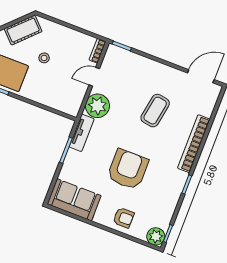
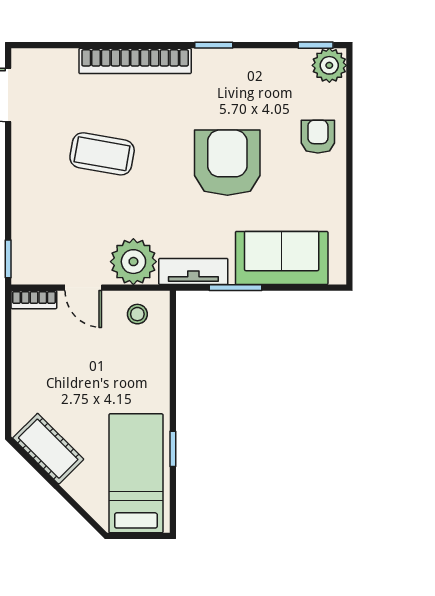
stool: (44, 58) -> (137, 314), moved
armchair: (128, 169) -> (227, 163), turned 90
sofa: (74, 200) -> (282, 258), moved, turned 90

